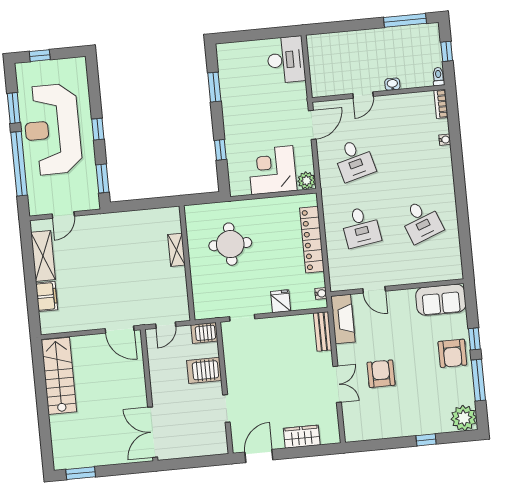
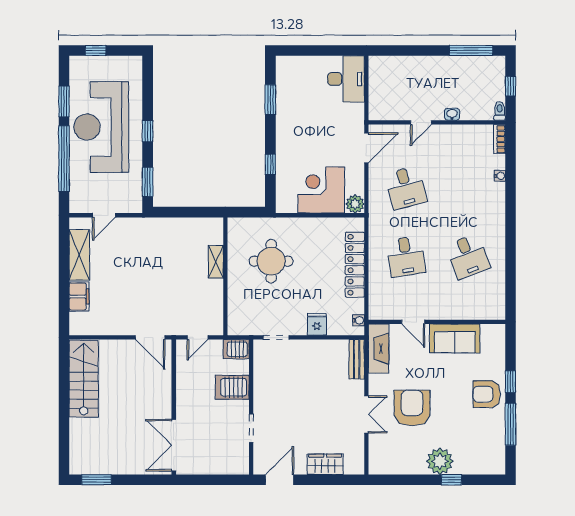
sofa: (441, 300) -> (455, 338), moved
armchair: (452, 353) -> (487, 394), turned 90
armchair: (381, 374) -> (412, 408), width x1.36, depth x1.36
plant: (464, 418) -> (440, 461), moved

